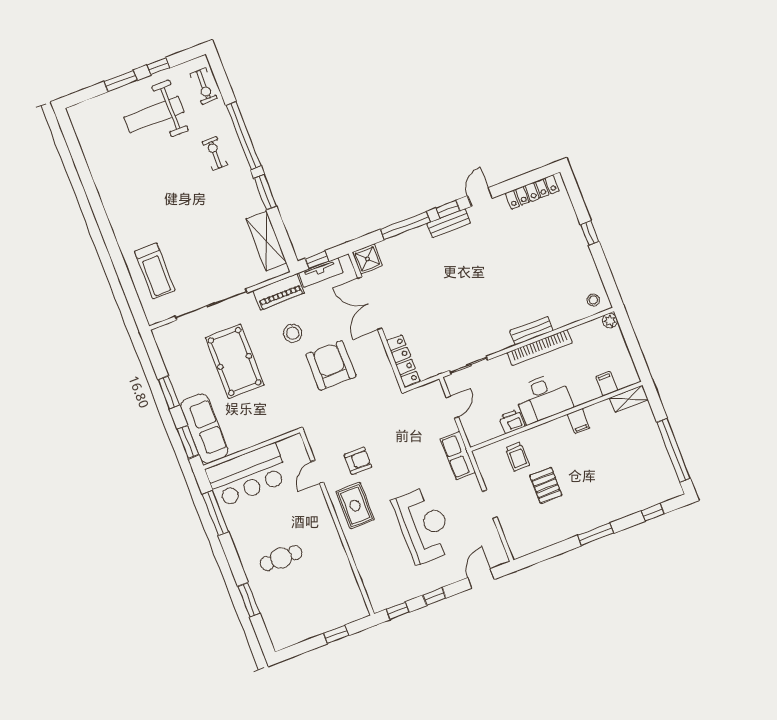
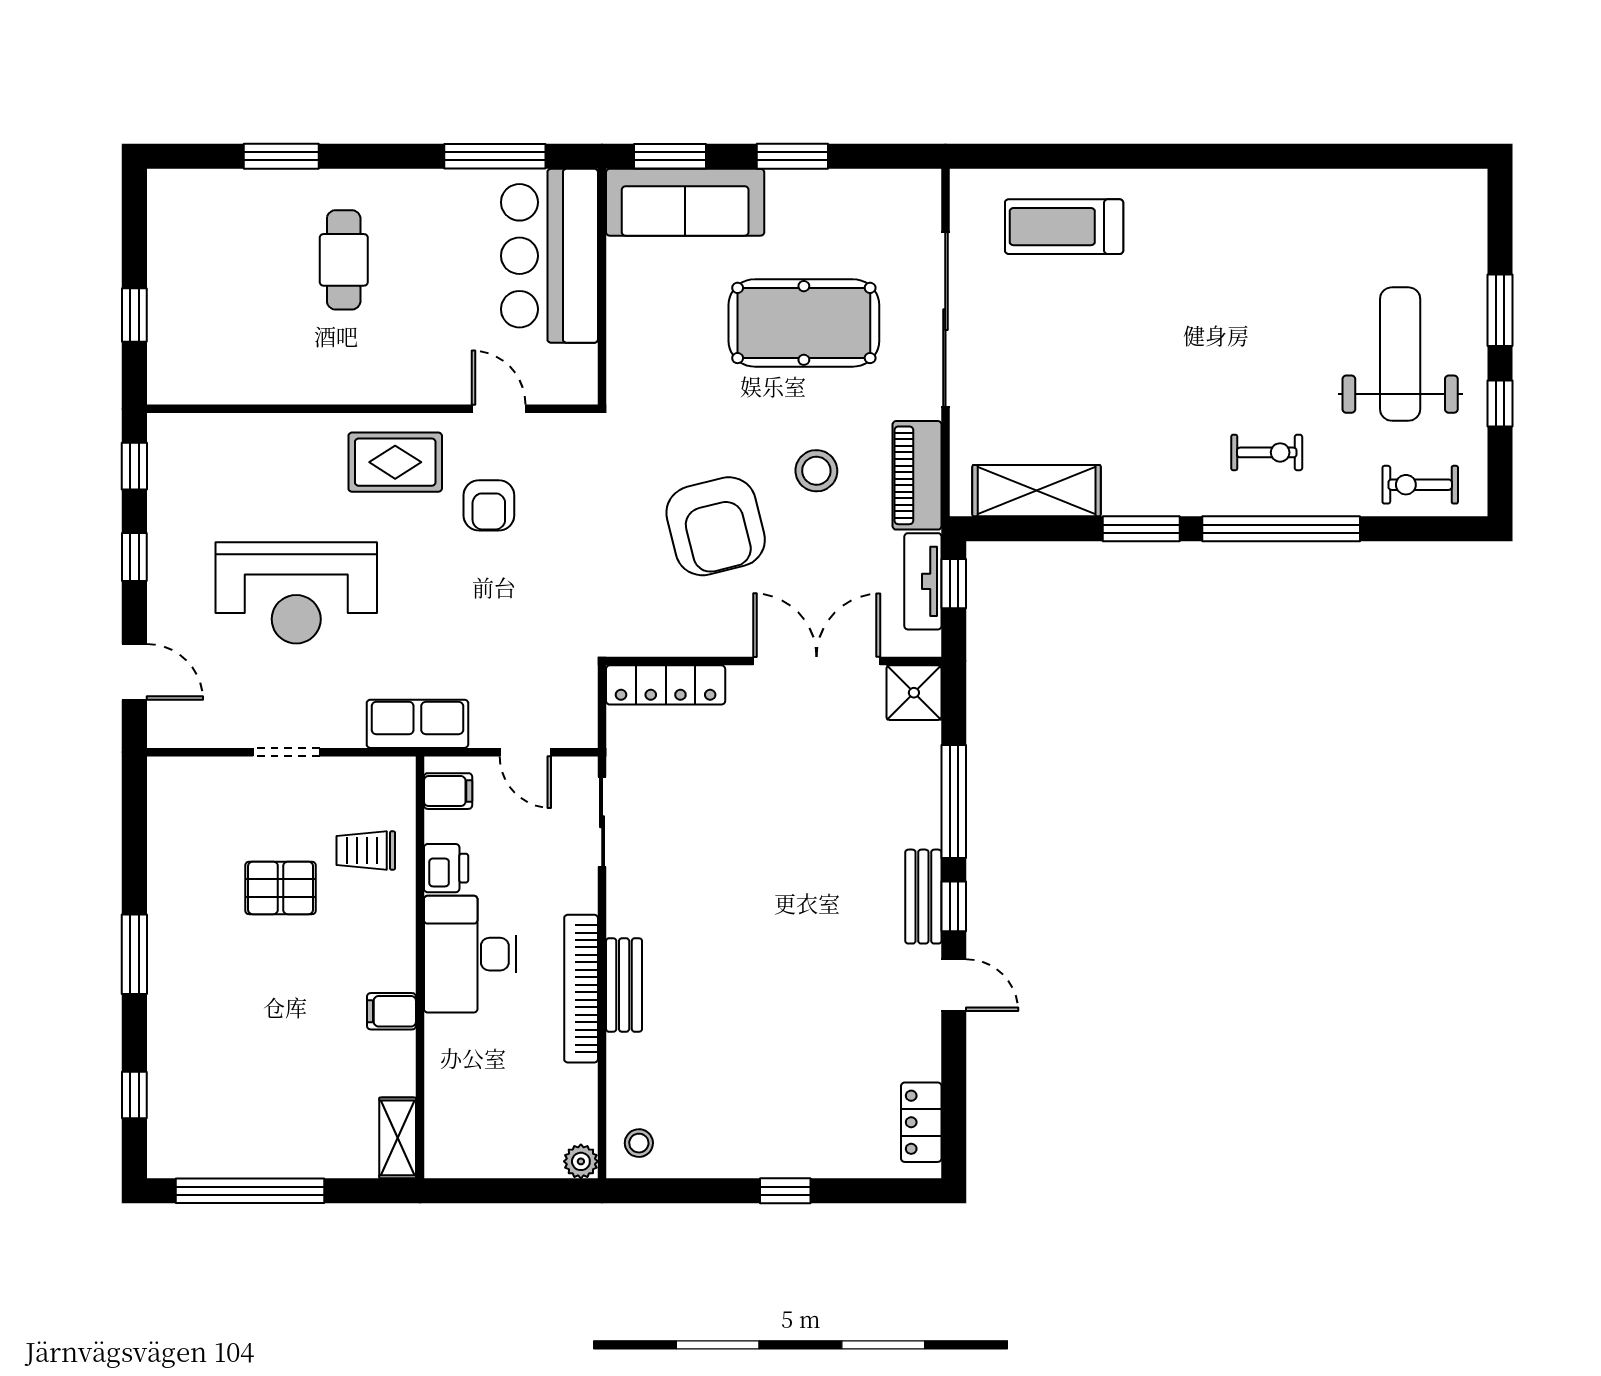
locker: (532, 192) -> (921, 1122), width x0.66
armchair: (331, 365) -> (716, 526), turned 76
filing cabinet: (607, 384) -> (448, 791), moved

